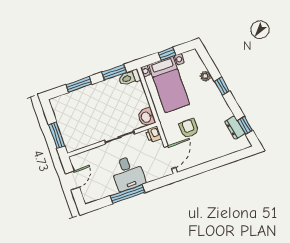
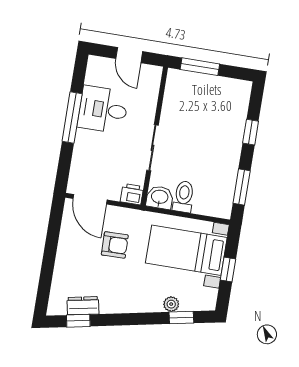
toilet: (129, 78) -> (184, 197), moved
window: (79, 84) -> (251, 132), width x0.67
window: (222, 86) -> (181, 318), moved
desk: (128, 173) -> (103, 110), moved

